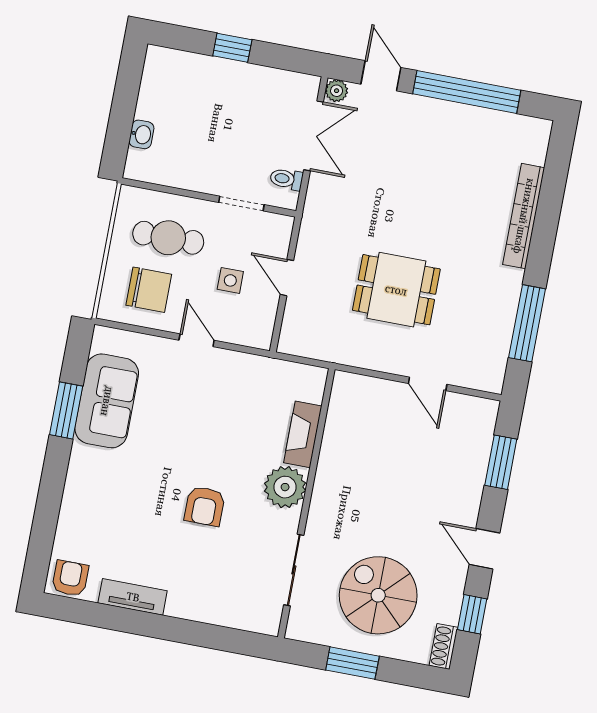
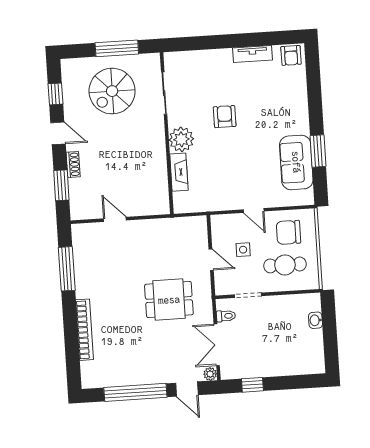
window: (232, 48) -> (252, 385), moved
dining table: (396, 290) -> (169, 300), moved
spiral stairs: (378, 595) -> (112, 91), turned 90
shoe rack: (444, 646) -> (73, 164), moved
window: (352, 663) -> (117, 48), width x1.44

